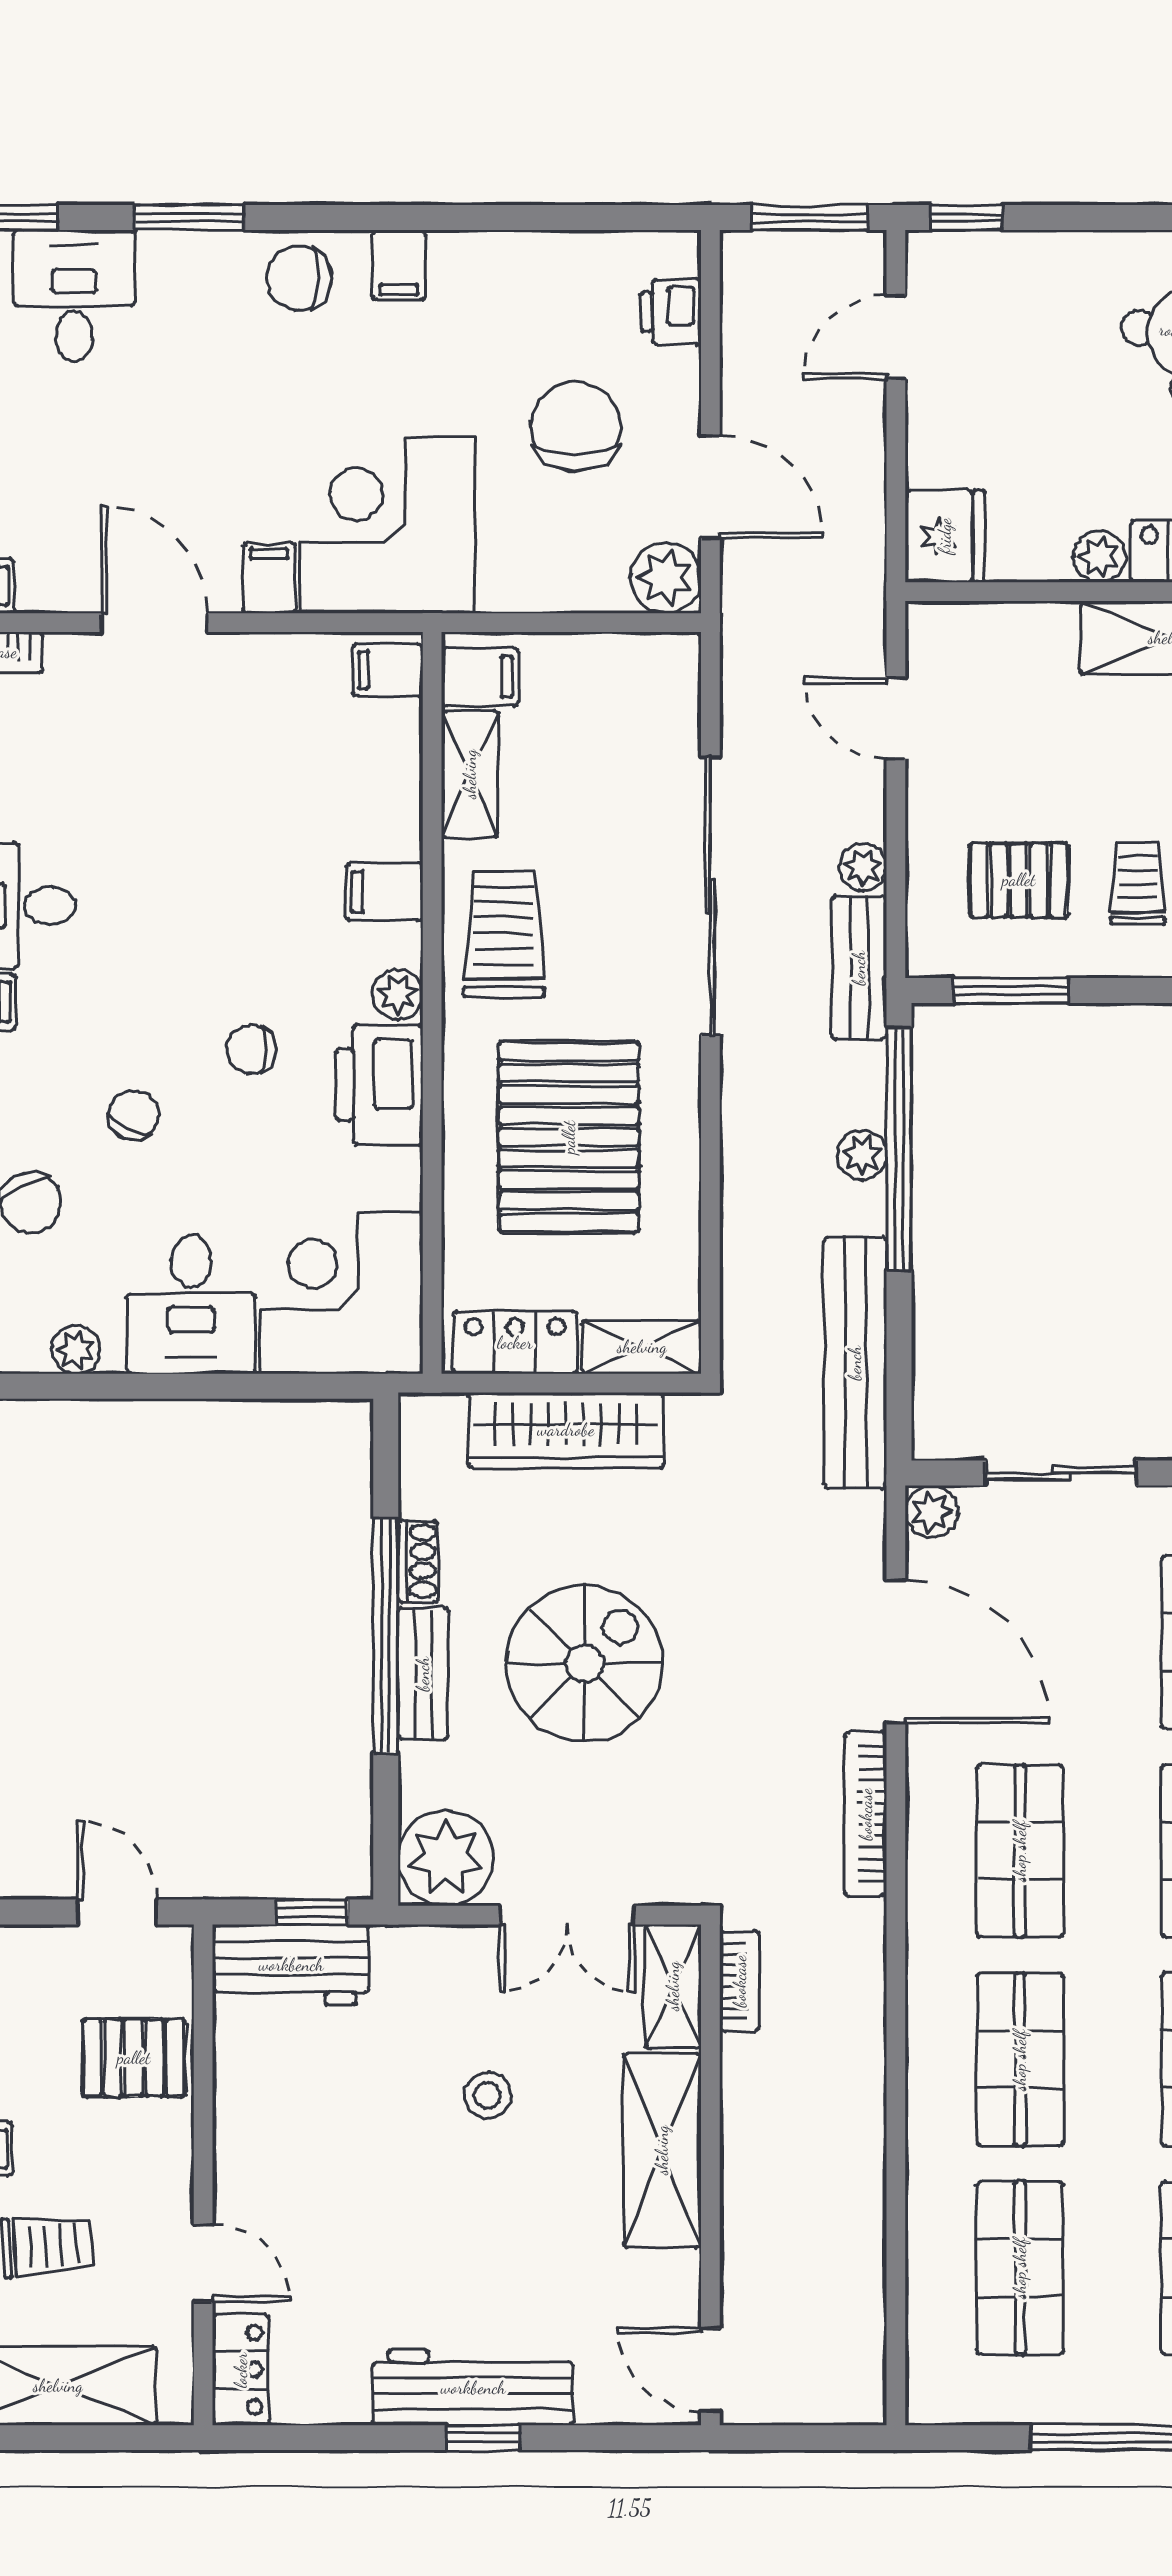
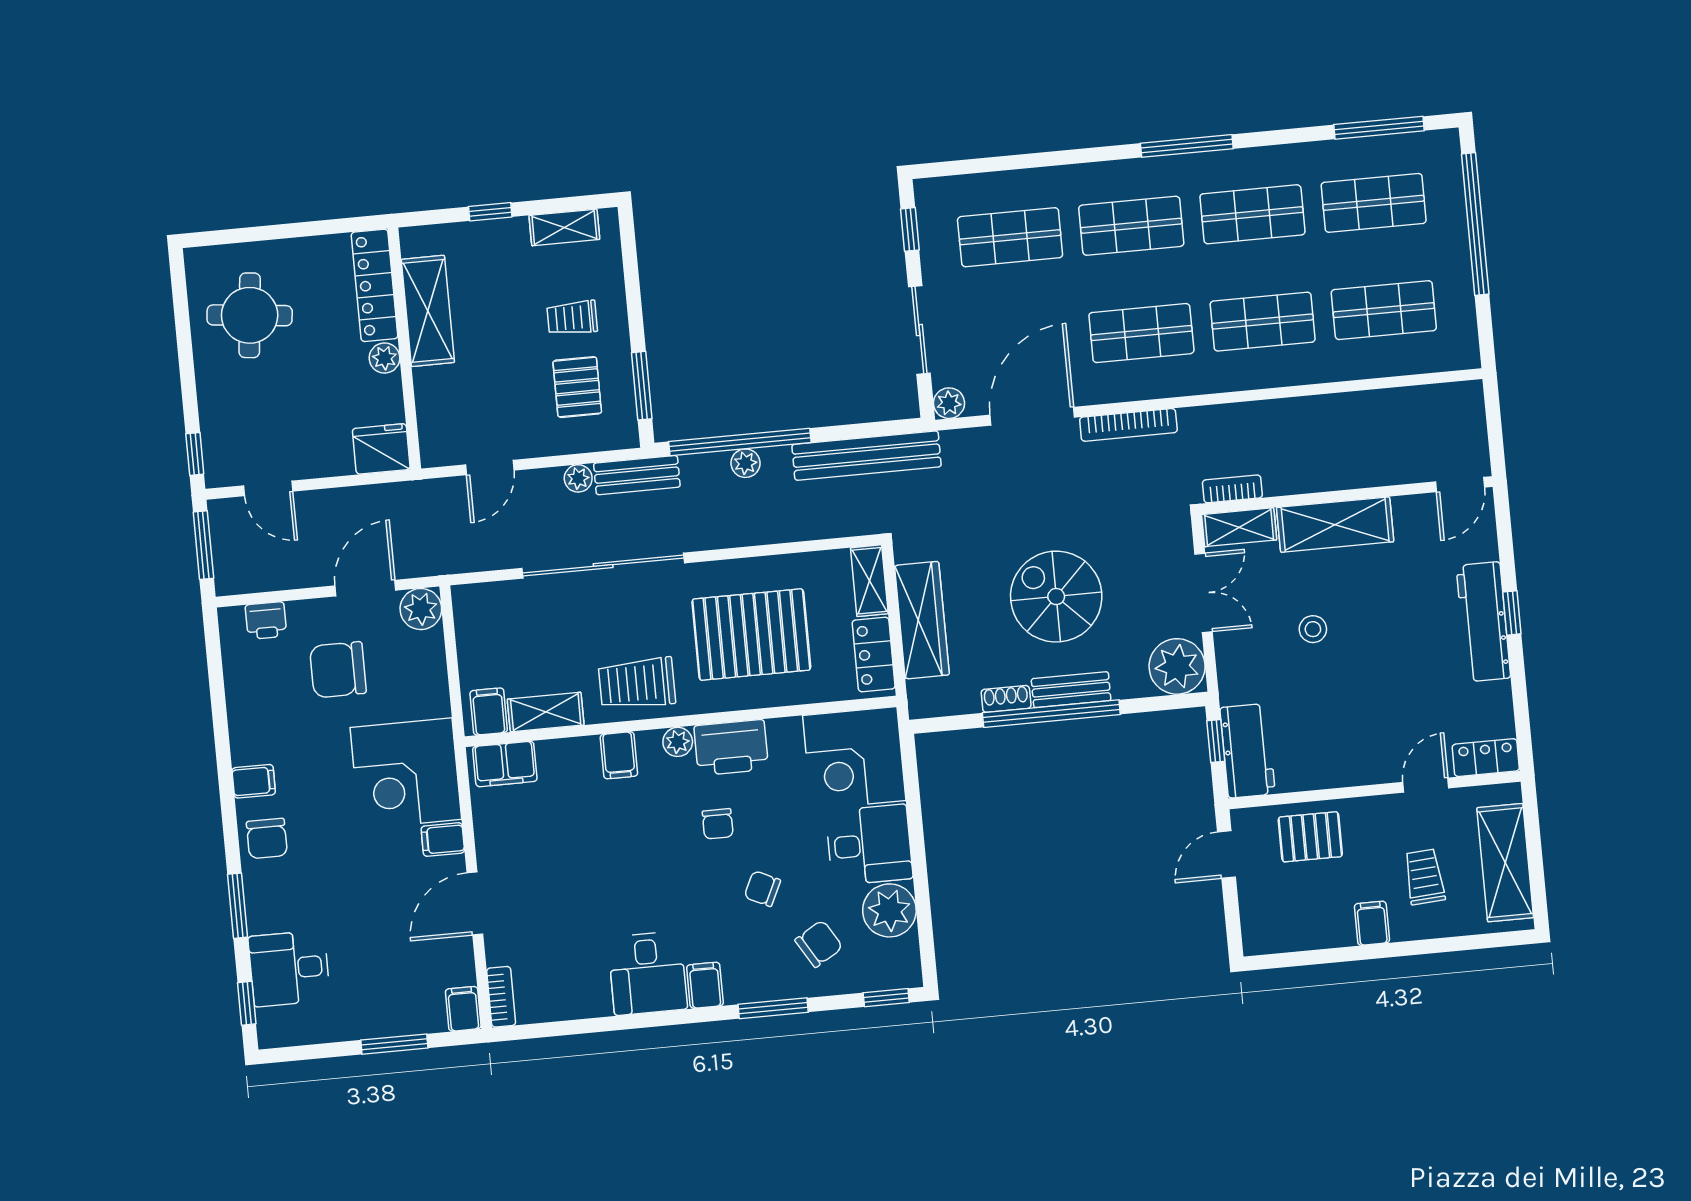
filing cabinet: (388, 670) -> (505, 764), width x2.00
plant: (76, 1350) -> (889, 910), width x1.88, depth x1.88
pallet: (134, 2058) -> (1310, 837), turned 90

